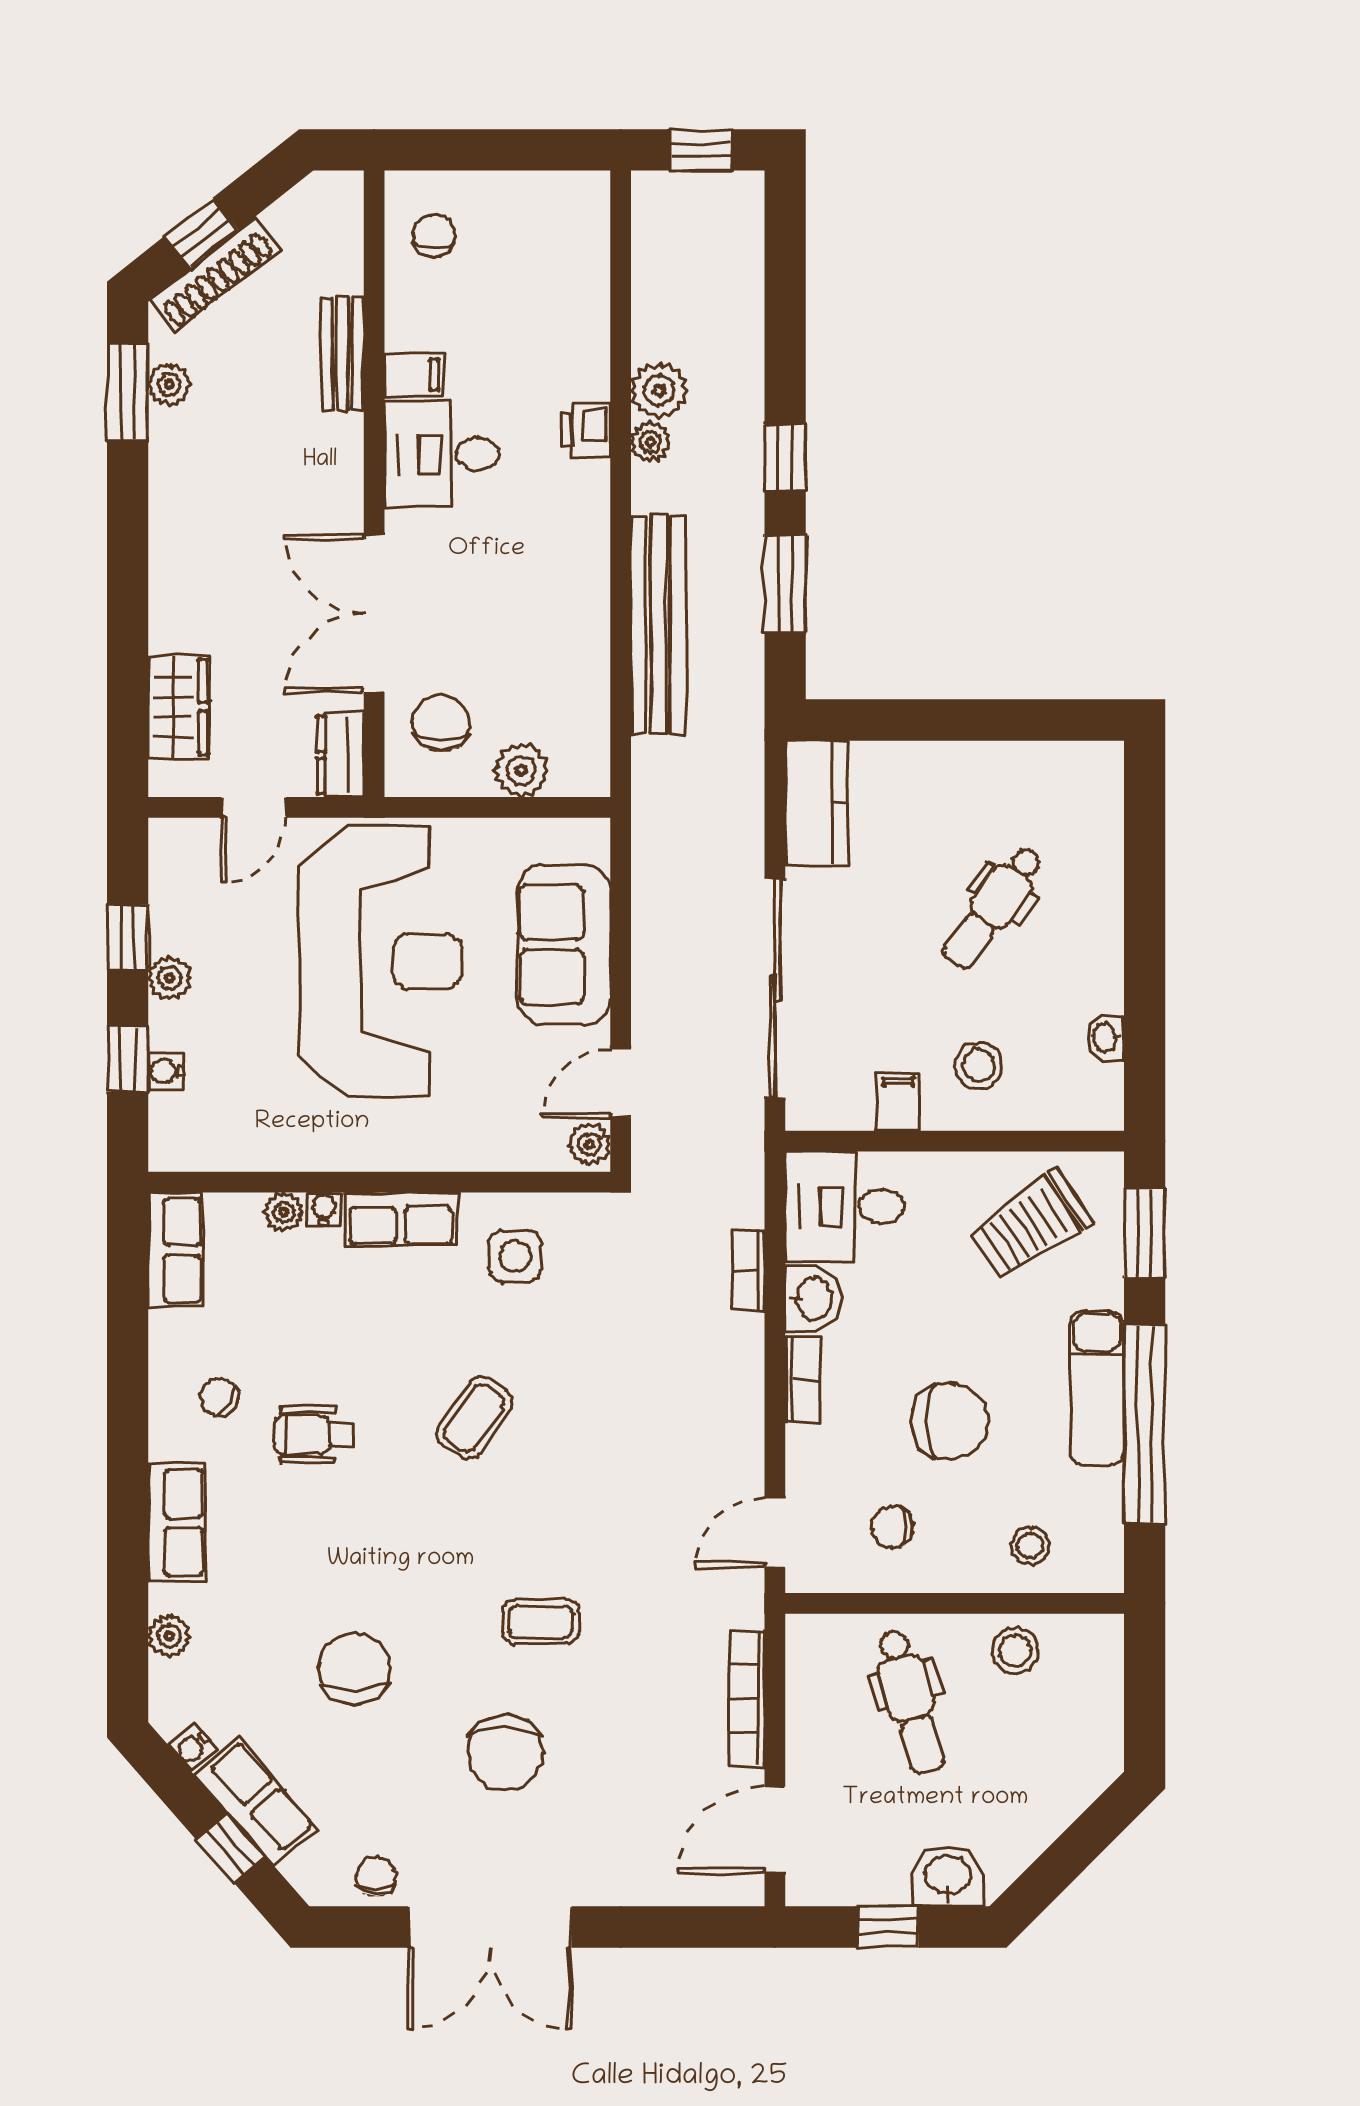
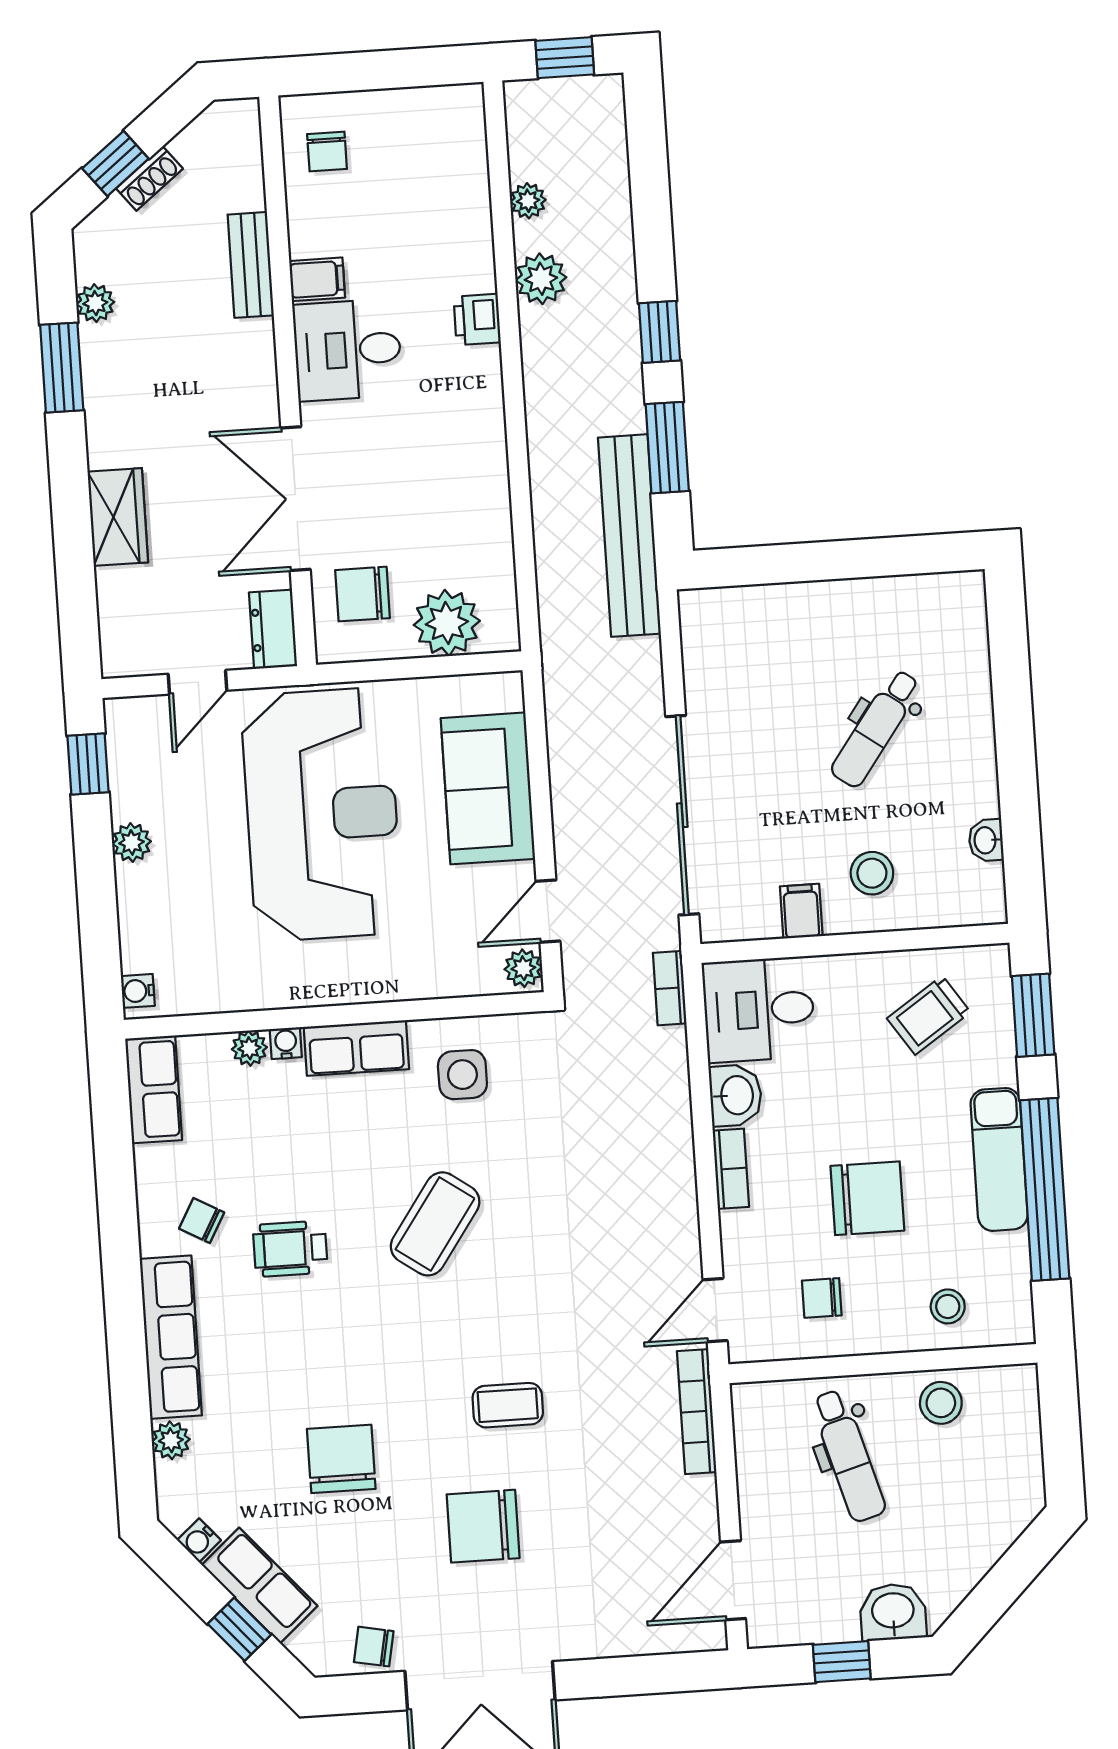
chair: (434, 235) -> (327, 152), turned 180
shoe rack: (214, 275) -> (149, 178), width x0.51, depth x0.81
window: (128, 392) -> (62, 368), moved
plant: (651, 442) -> (528, 201), moved
bench: (658, 625) -> (629, 536), moved
wardrobe: (178, 707) -> (118, 517), moved
chair: (441, 723) -> (363, 594), turned -90
plant: (521, 770) -> (447, 623), width x1.36, depth x1.36
kitchen counter: (816, 803) -> (709, 644), removed
window: (128, 937) -> (88, 764), moved
window: (128, 1059) -> (98, 919), removed
water cooler: (166, 1071) -> (138, 991), moved
trolley: (1030, 1225) -> (929, 1015), width x0.73, depth x0.72
bookcase: (749, 1270) -> (670, 988), moved
coffee table: (474, 1418) -> (435, 1224), width x1.36, depth x1.30
row of seats: (177, 1523) -> (171, 1337), width x1.48
bookcase: (747, 1699) -> (697, 1412), moved
chair: (505, 1752) -> (483, 1526), turned 90
chair: (376, 1876) -> (374, 1647), turned -79

